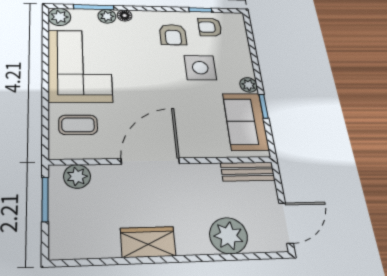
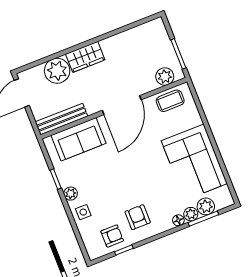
plant: (59, 17) -> (206, 206), moved
side table: (200, 68) -> (83, 212), moved, width x0.54, depth x0.54
sofa: (246, 121) -> (79, 139), moved, turned 90
coffee table: (78, 125) -> (170, 101), moved
bench: (248, 172) -> (62, 119), width x1.36
wardrobe: (148, 242) -> (85, 57), moved

